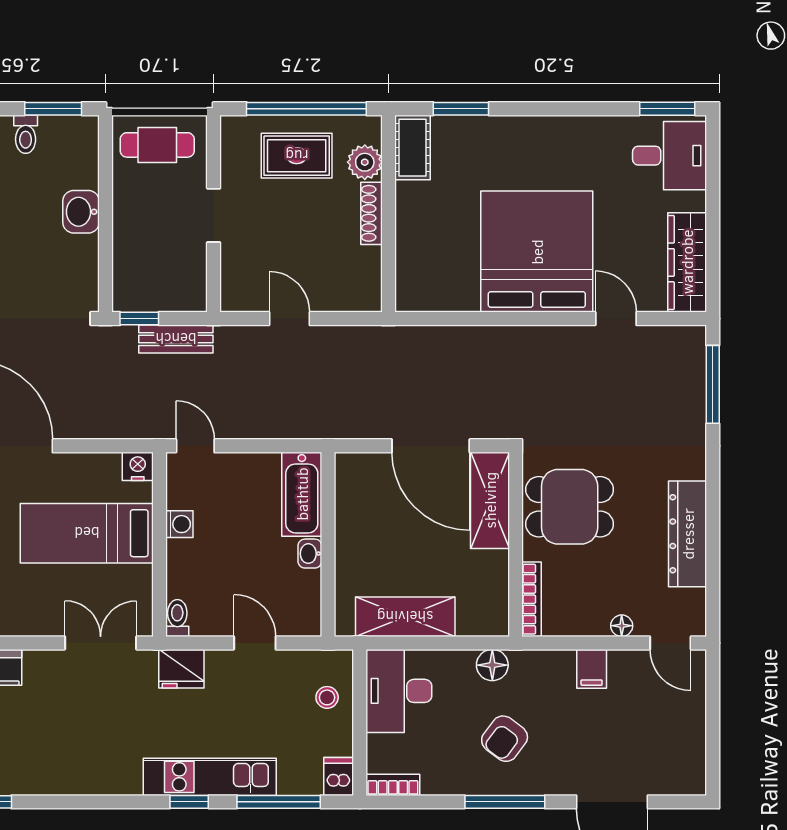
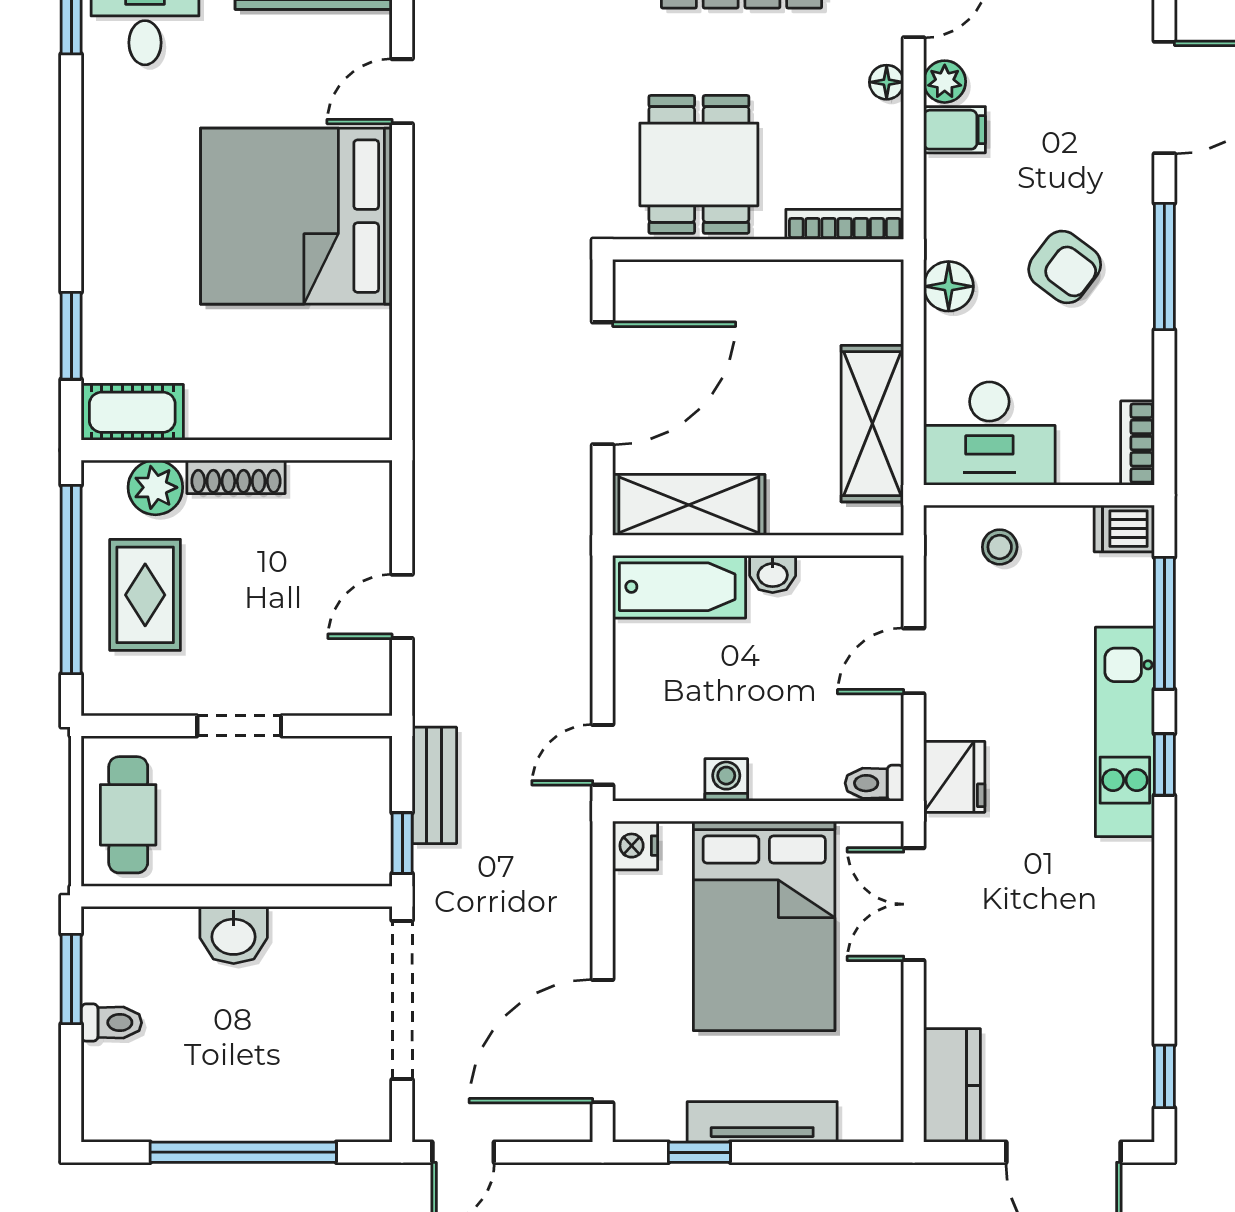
shelving: (490, 500) -> (689, 505), moved
bed: (87, 533) -> (764, 926), width x1.50
plant: (622, 663) -> (945, 82), added

